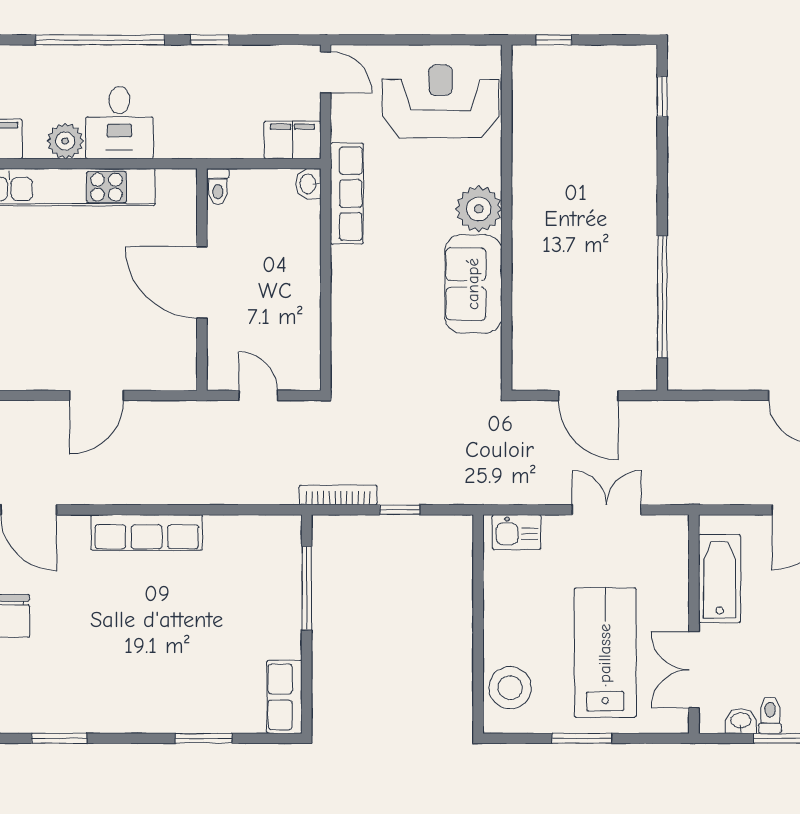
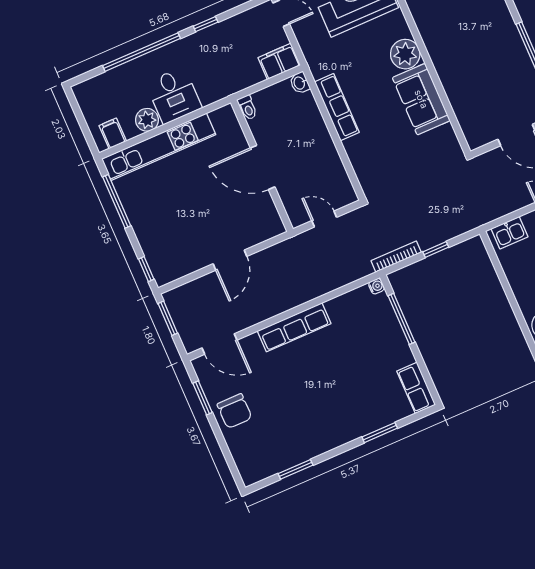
row of seats: (347, 194) -> (337, 107), moved
water cooler: (291, 525) -> (376, 286), added

